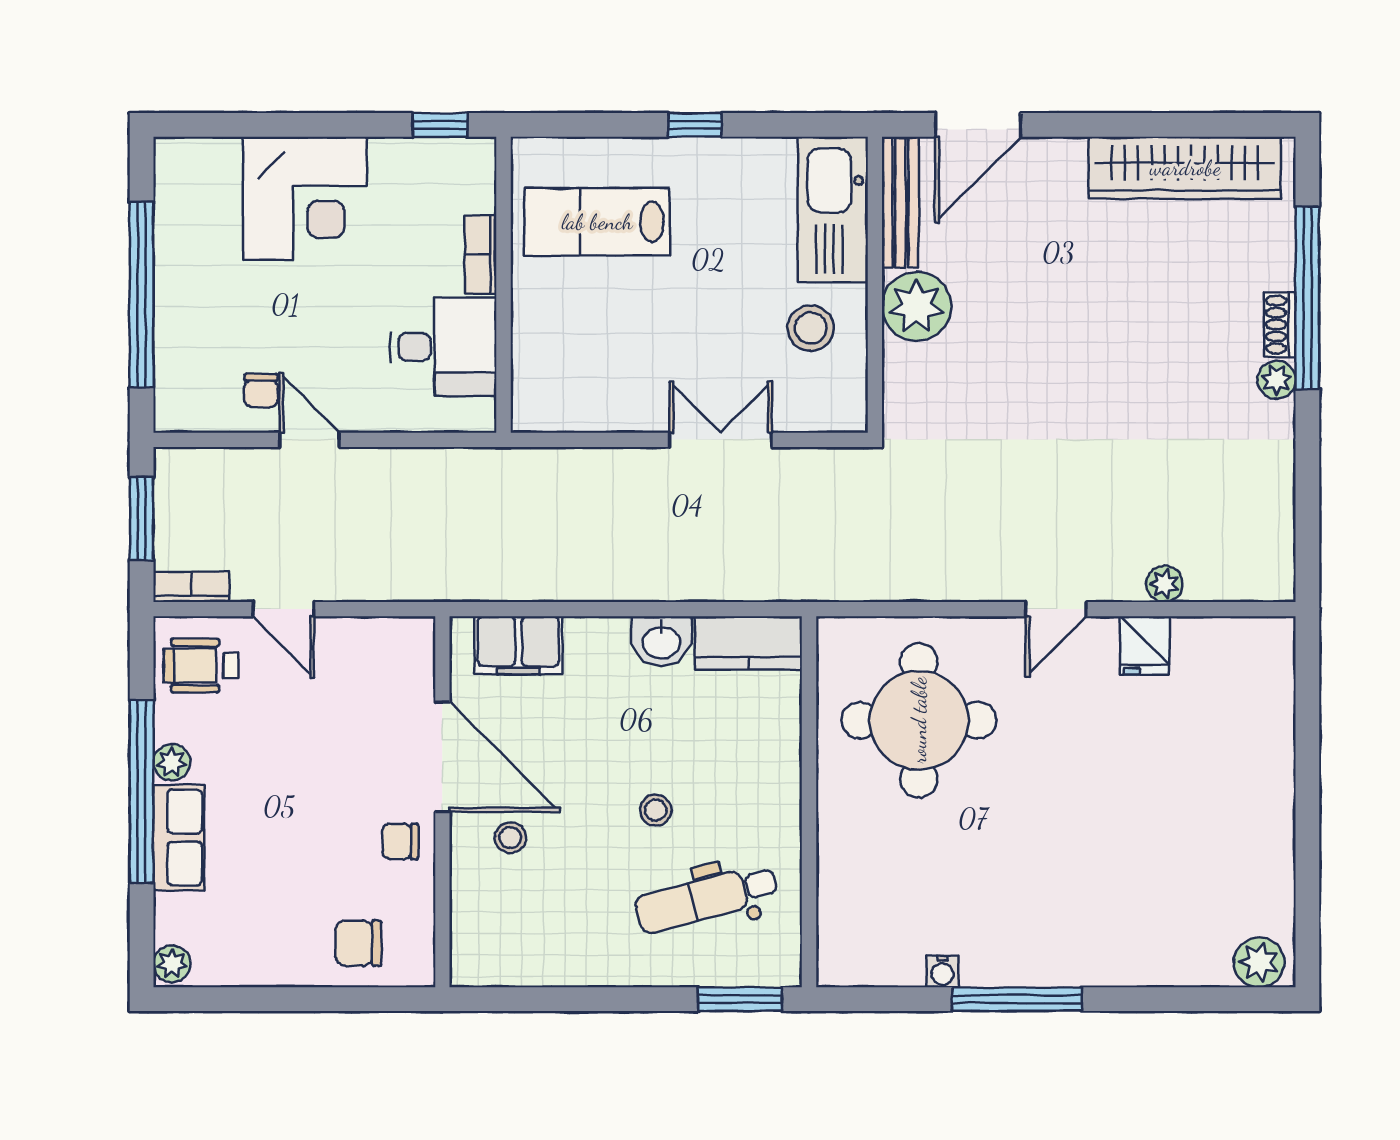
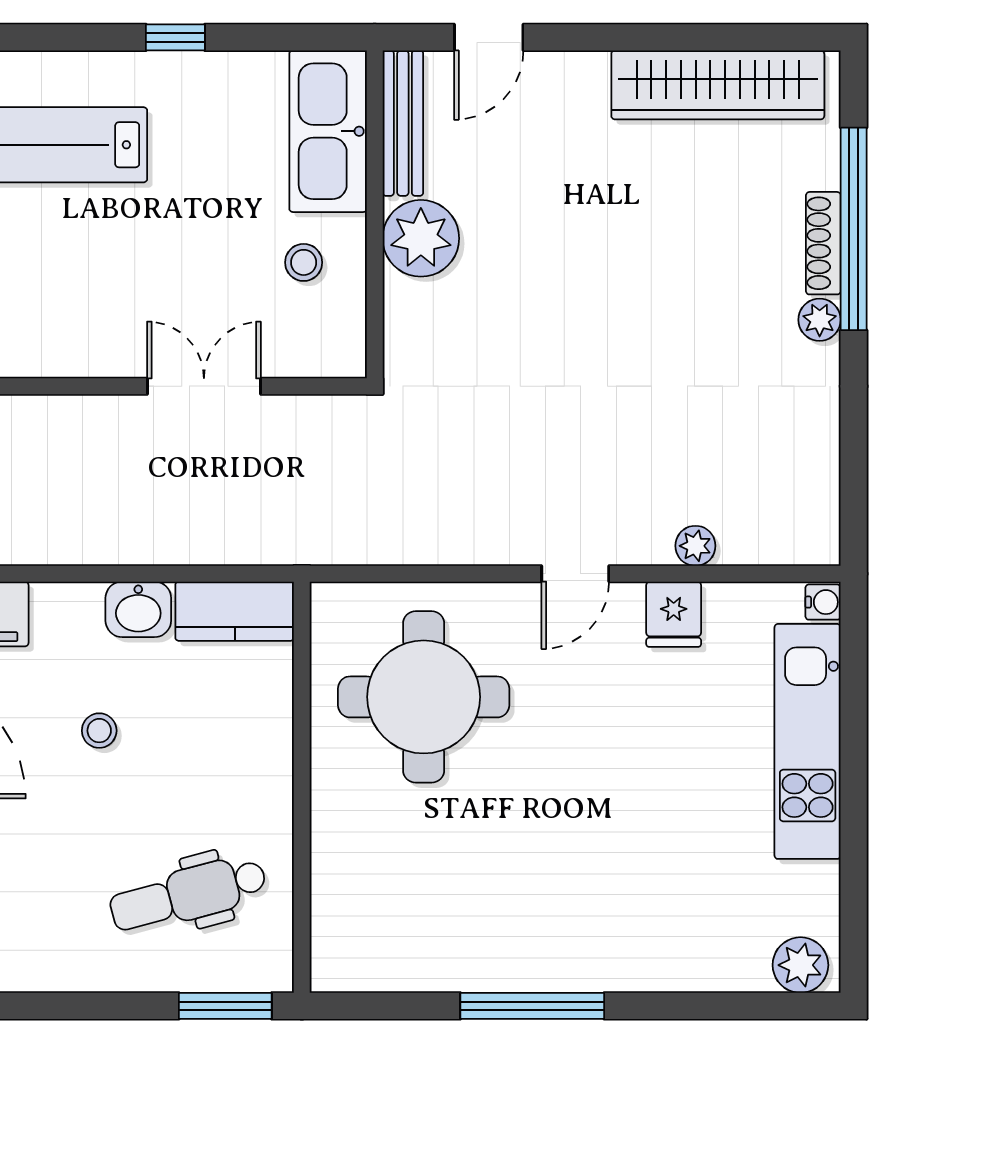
door: (978, 125) -> (489, 37), width x0.73
shoe rack: (1280, 325) -> (823, 243), width x1.43
stool: (811, 328) -> (304, 262), width x0.73, depth x0.73
kitchen unit: (1266, 760) -> (808, 741), added
stool: (656, 810) -> (99, 731), moved
water cooler: (942, 971) -> (823, 602), moved, turned -90

